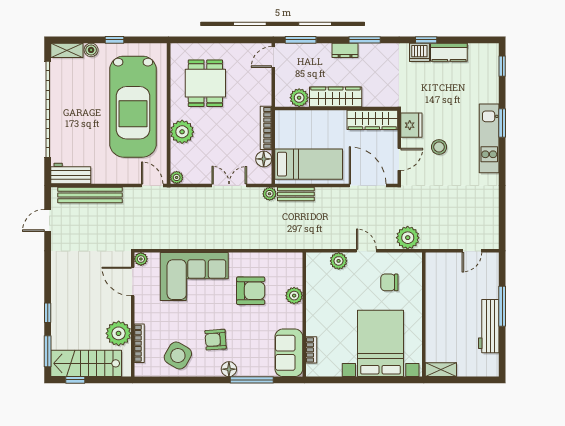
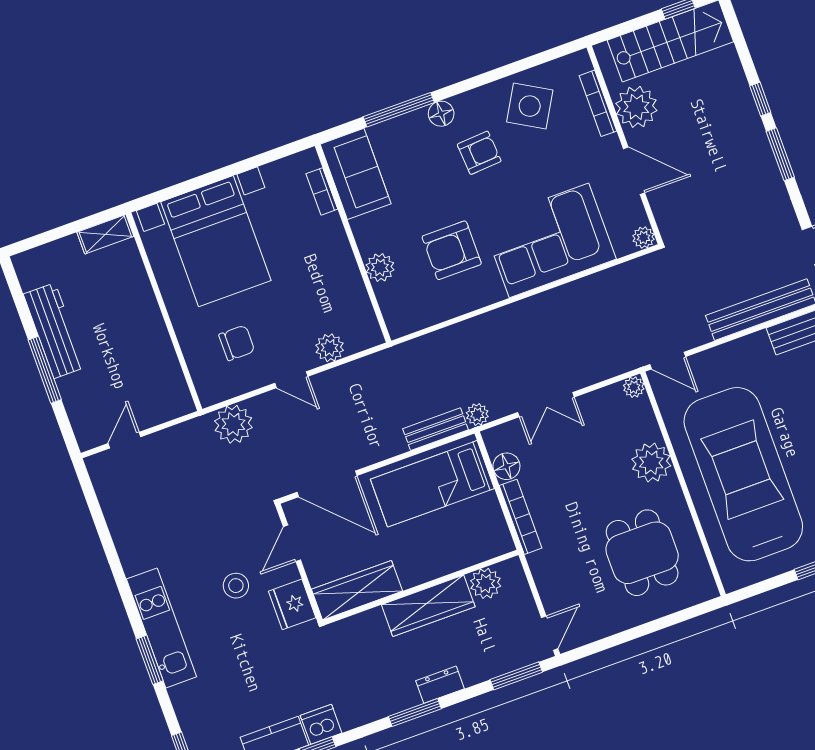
door: (133, 281) -> (634, 171), moved
window: (48, 351) -> (780, 154), moved

